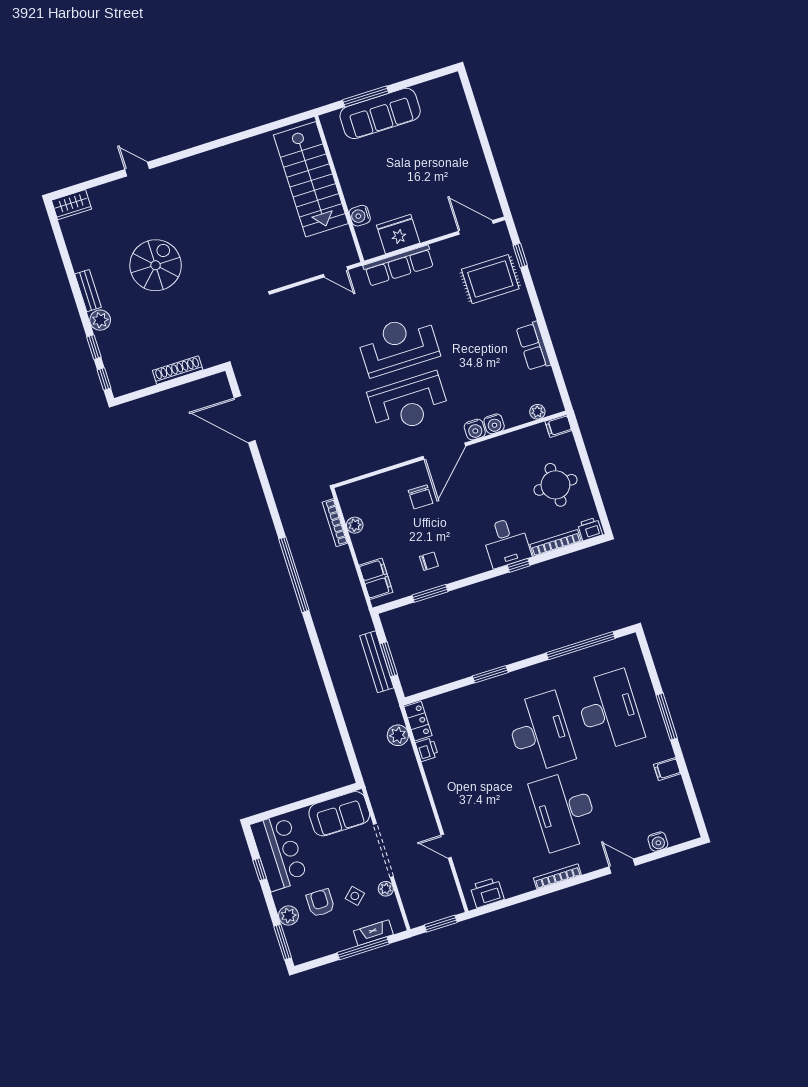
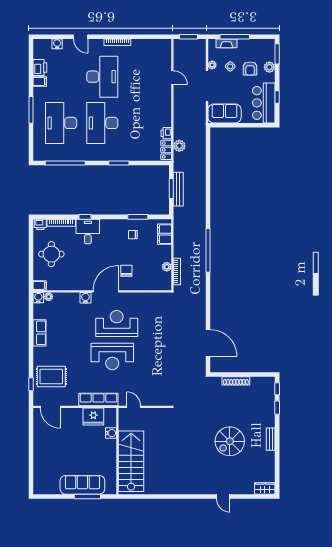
plant: (100, 320) -> (269, 421), removed
water cooler: (494, 424) -> (38, 298), moved
printer: (487, 892) -> (40, 67), moved, turned -90

